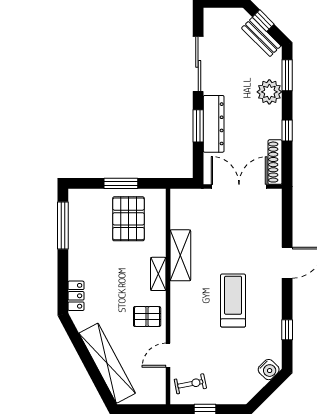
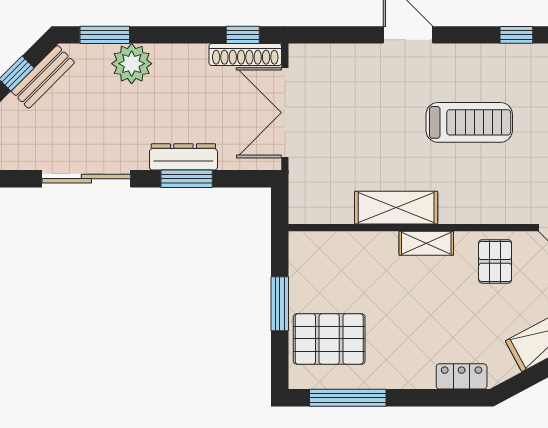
dresser: (214, 124) -> (183, 157), width x0.73, depth x0.80
window: (287, 131) -> (243, 35), moved
pallet: (128, 219) -> (329, 339), moved
treadmill: (233, 301) -> (469, 122), turned 180

